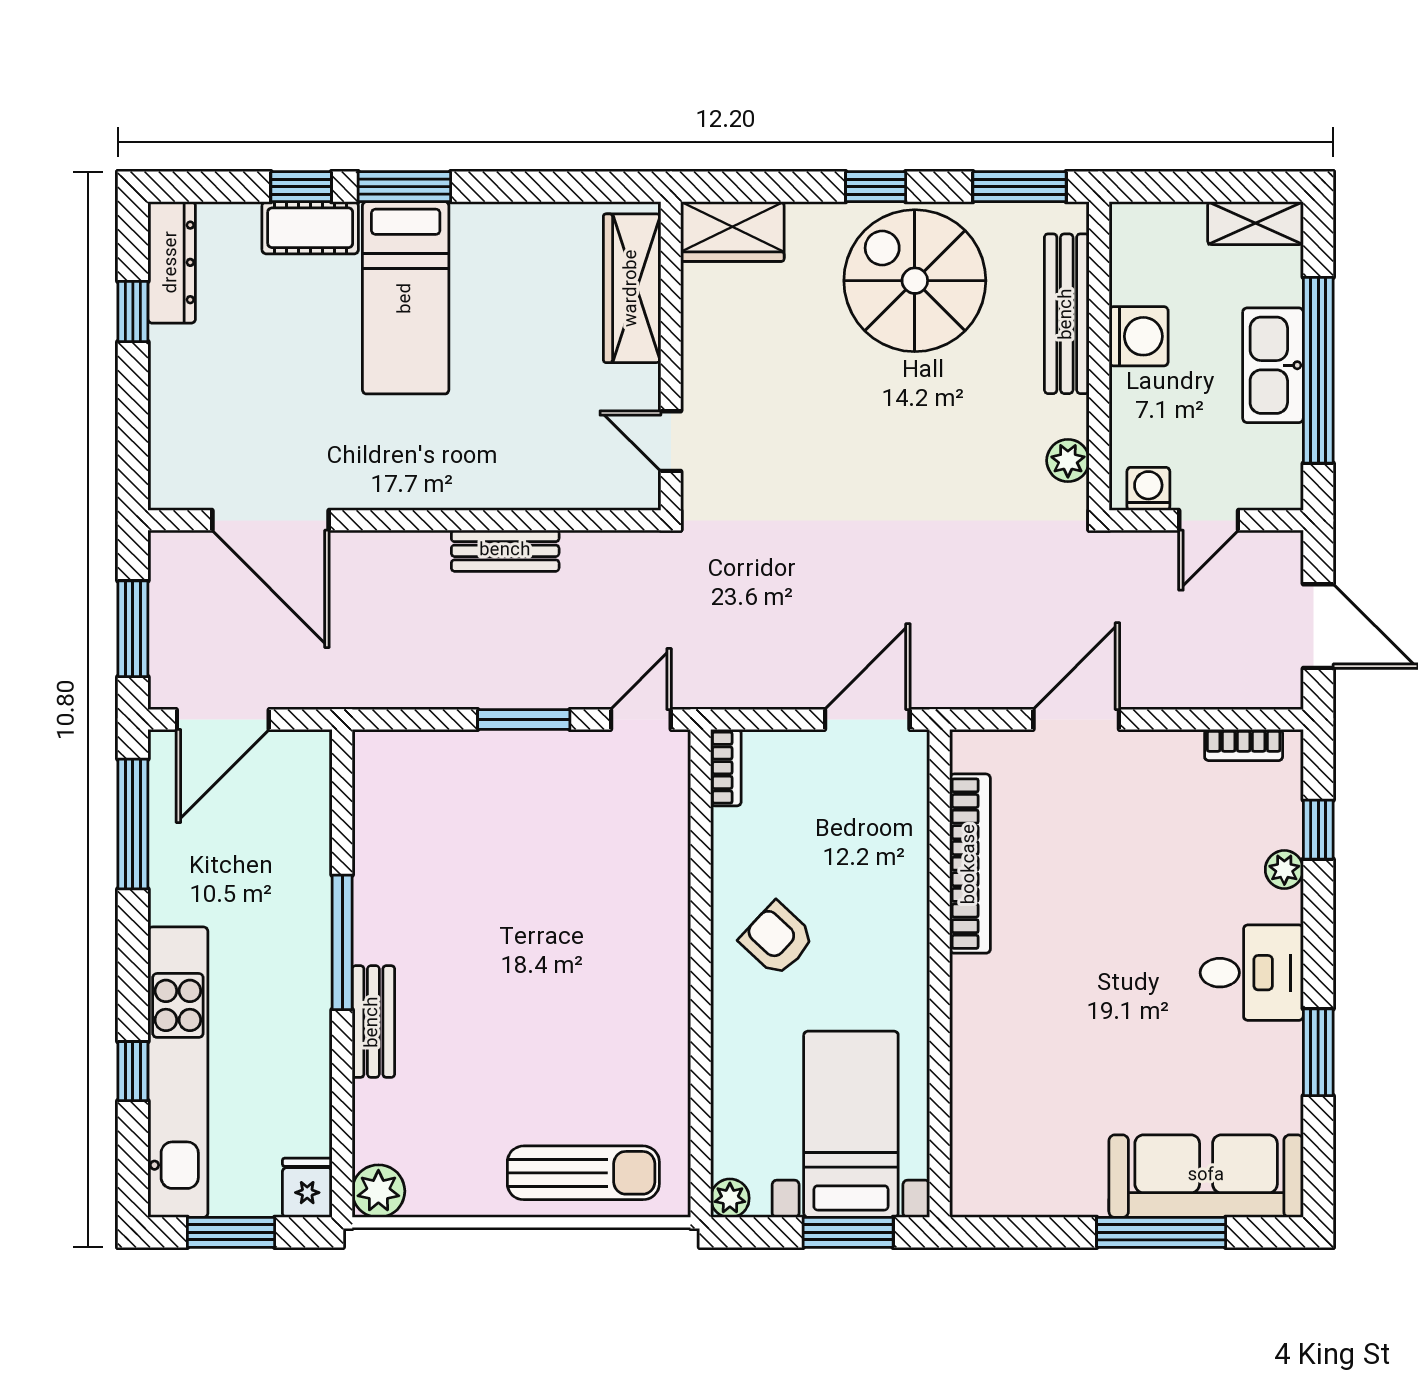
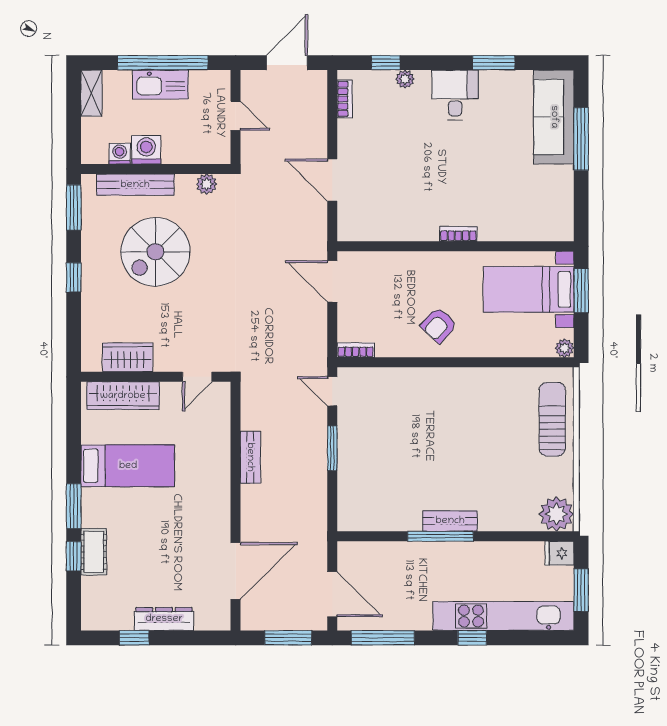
wardrobe: (732, 232) -> (128, 357), moved, turned -90
dresser: (172, 262) -> (164, 619), moved
spiral stairs: (915, 281) -> (155, 252), moved
bed: (406, 298) -> (128, 466), moved
washing machine: (1148, 489) -> (120, 154), moved, turned 90
bookcase: (970, 864) -> (458, 234), moved, width x0.43, depth x0.76
bench: (373, 1022) -> (450, 521), moved
window: (133, 1071) -> (472, 638), moved
plant: (378, 1191) -> (556, 514), width x1.36, depth x1.36

